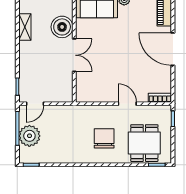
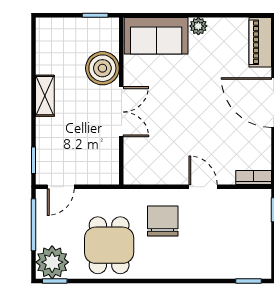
shelving: (25, 27) -> (45, 96), moved
plant: (29, 136) -> (52, 262), moved
chair: (104, 138) -> (163, 221), moved
dining table: (144, 143) -> (109, 245), moved

